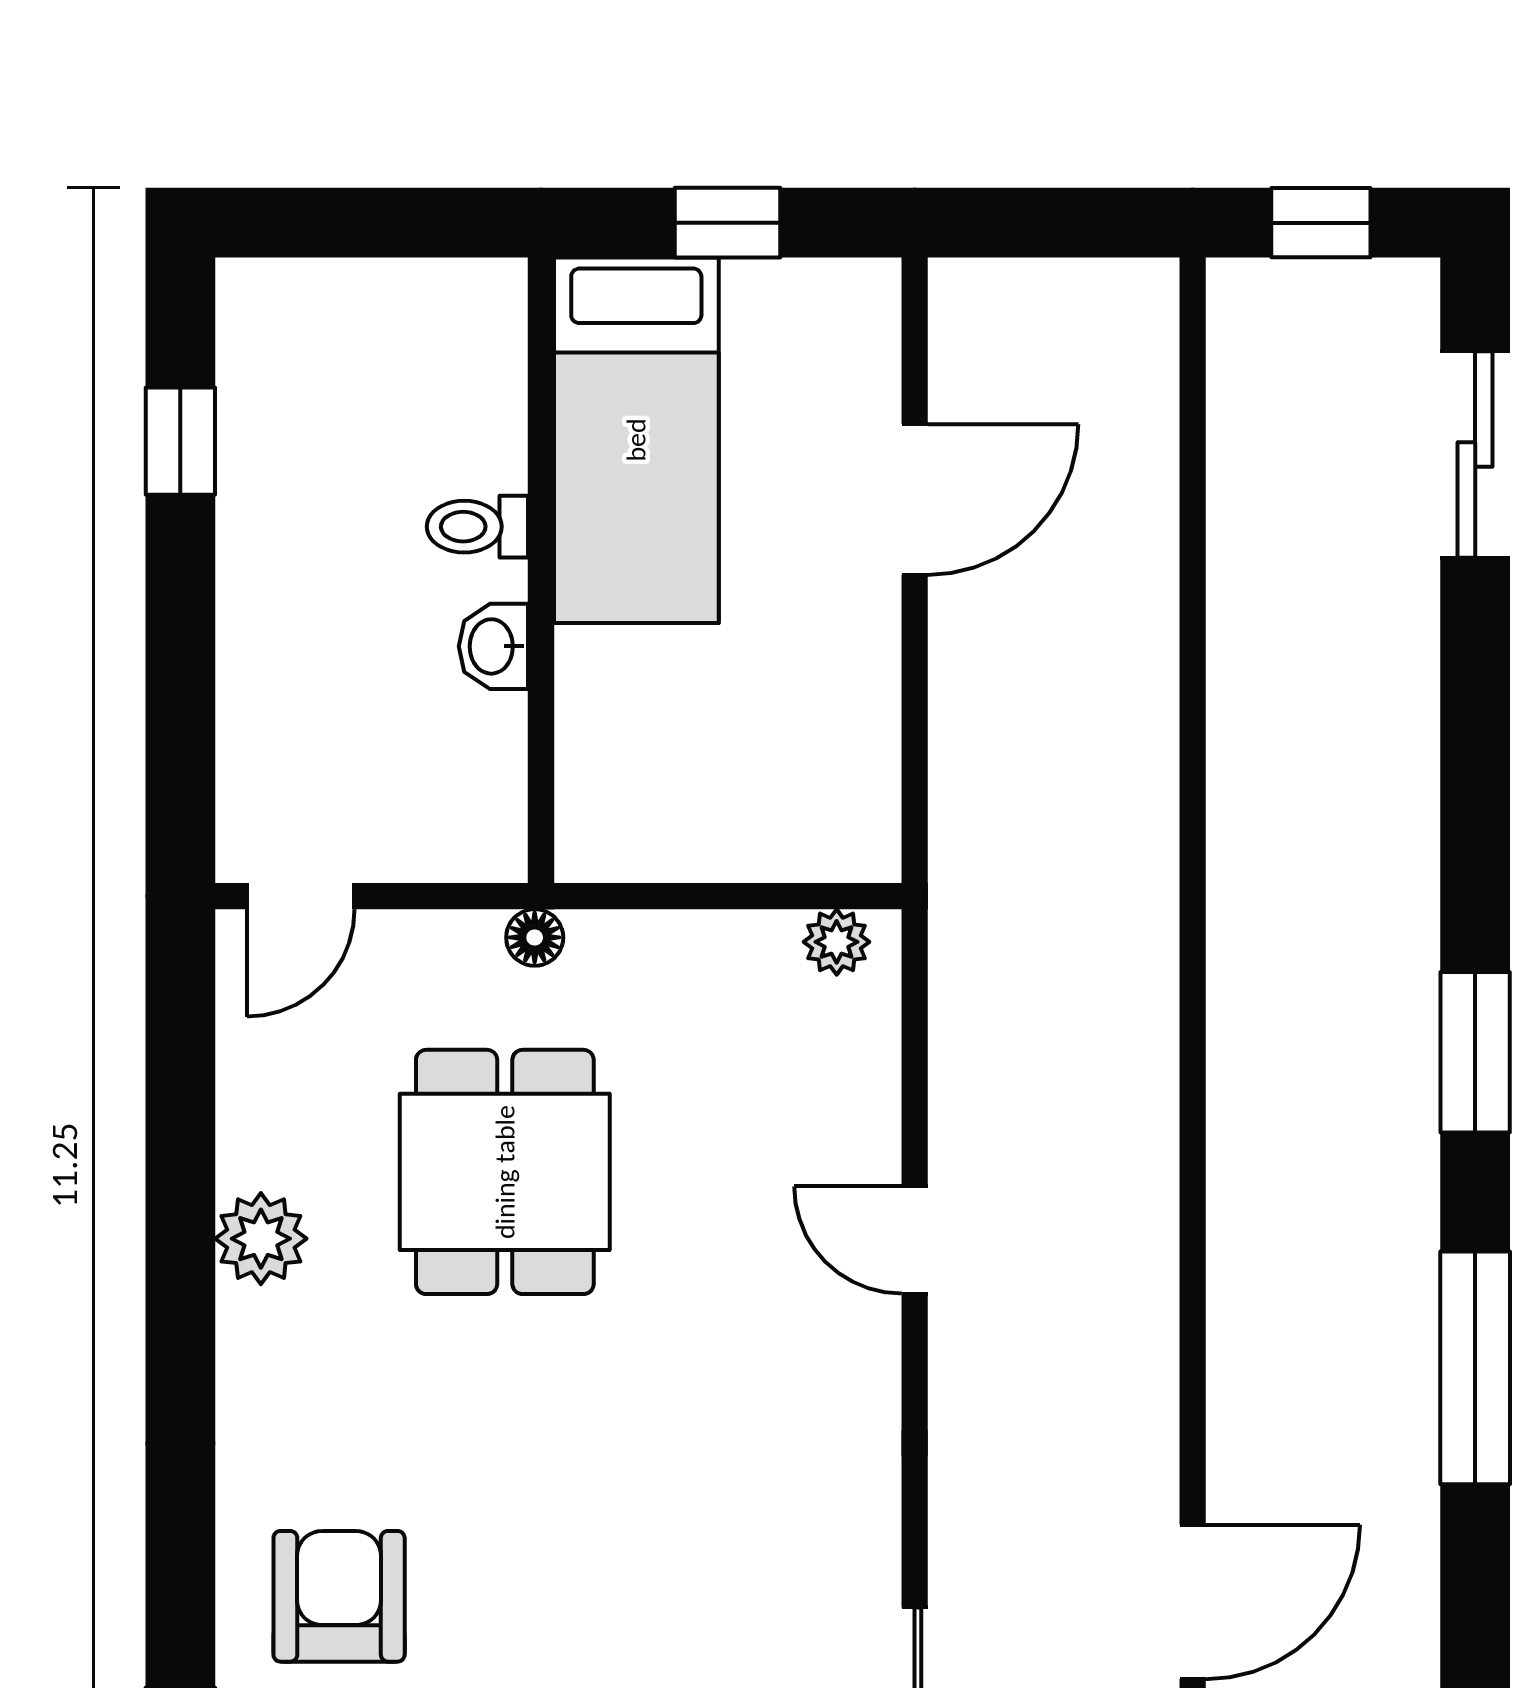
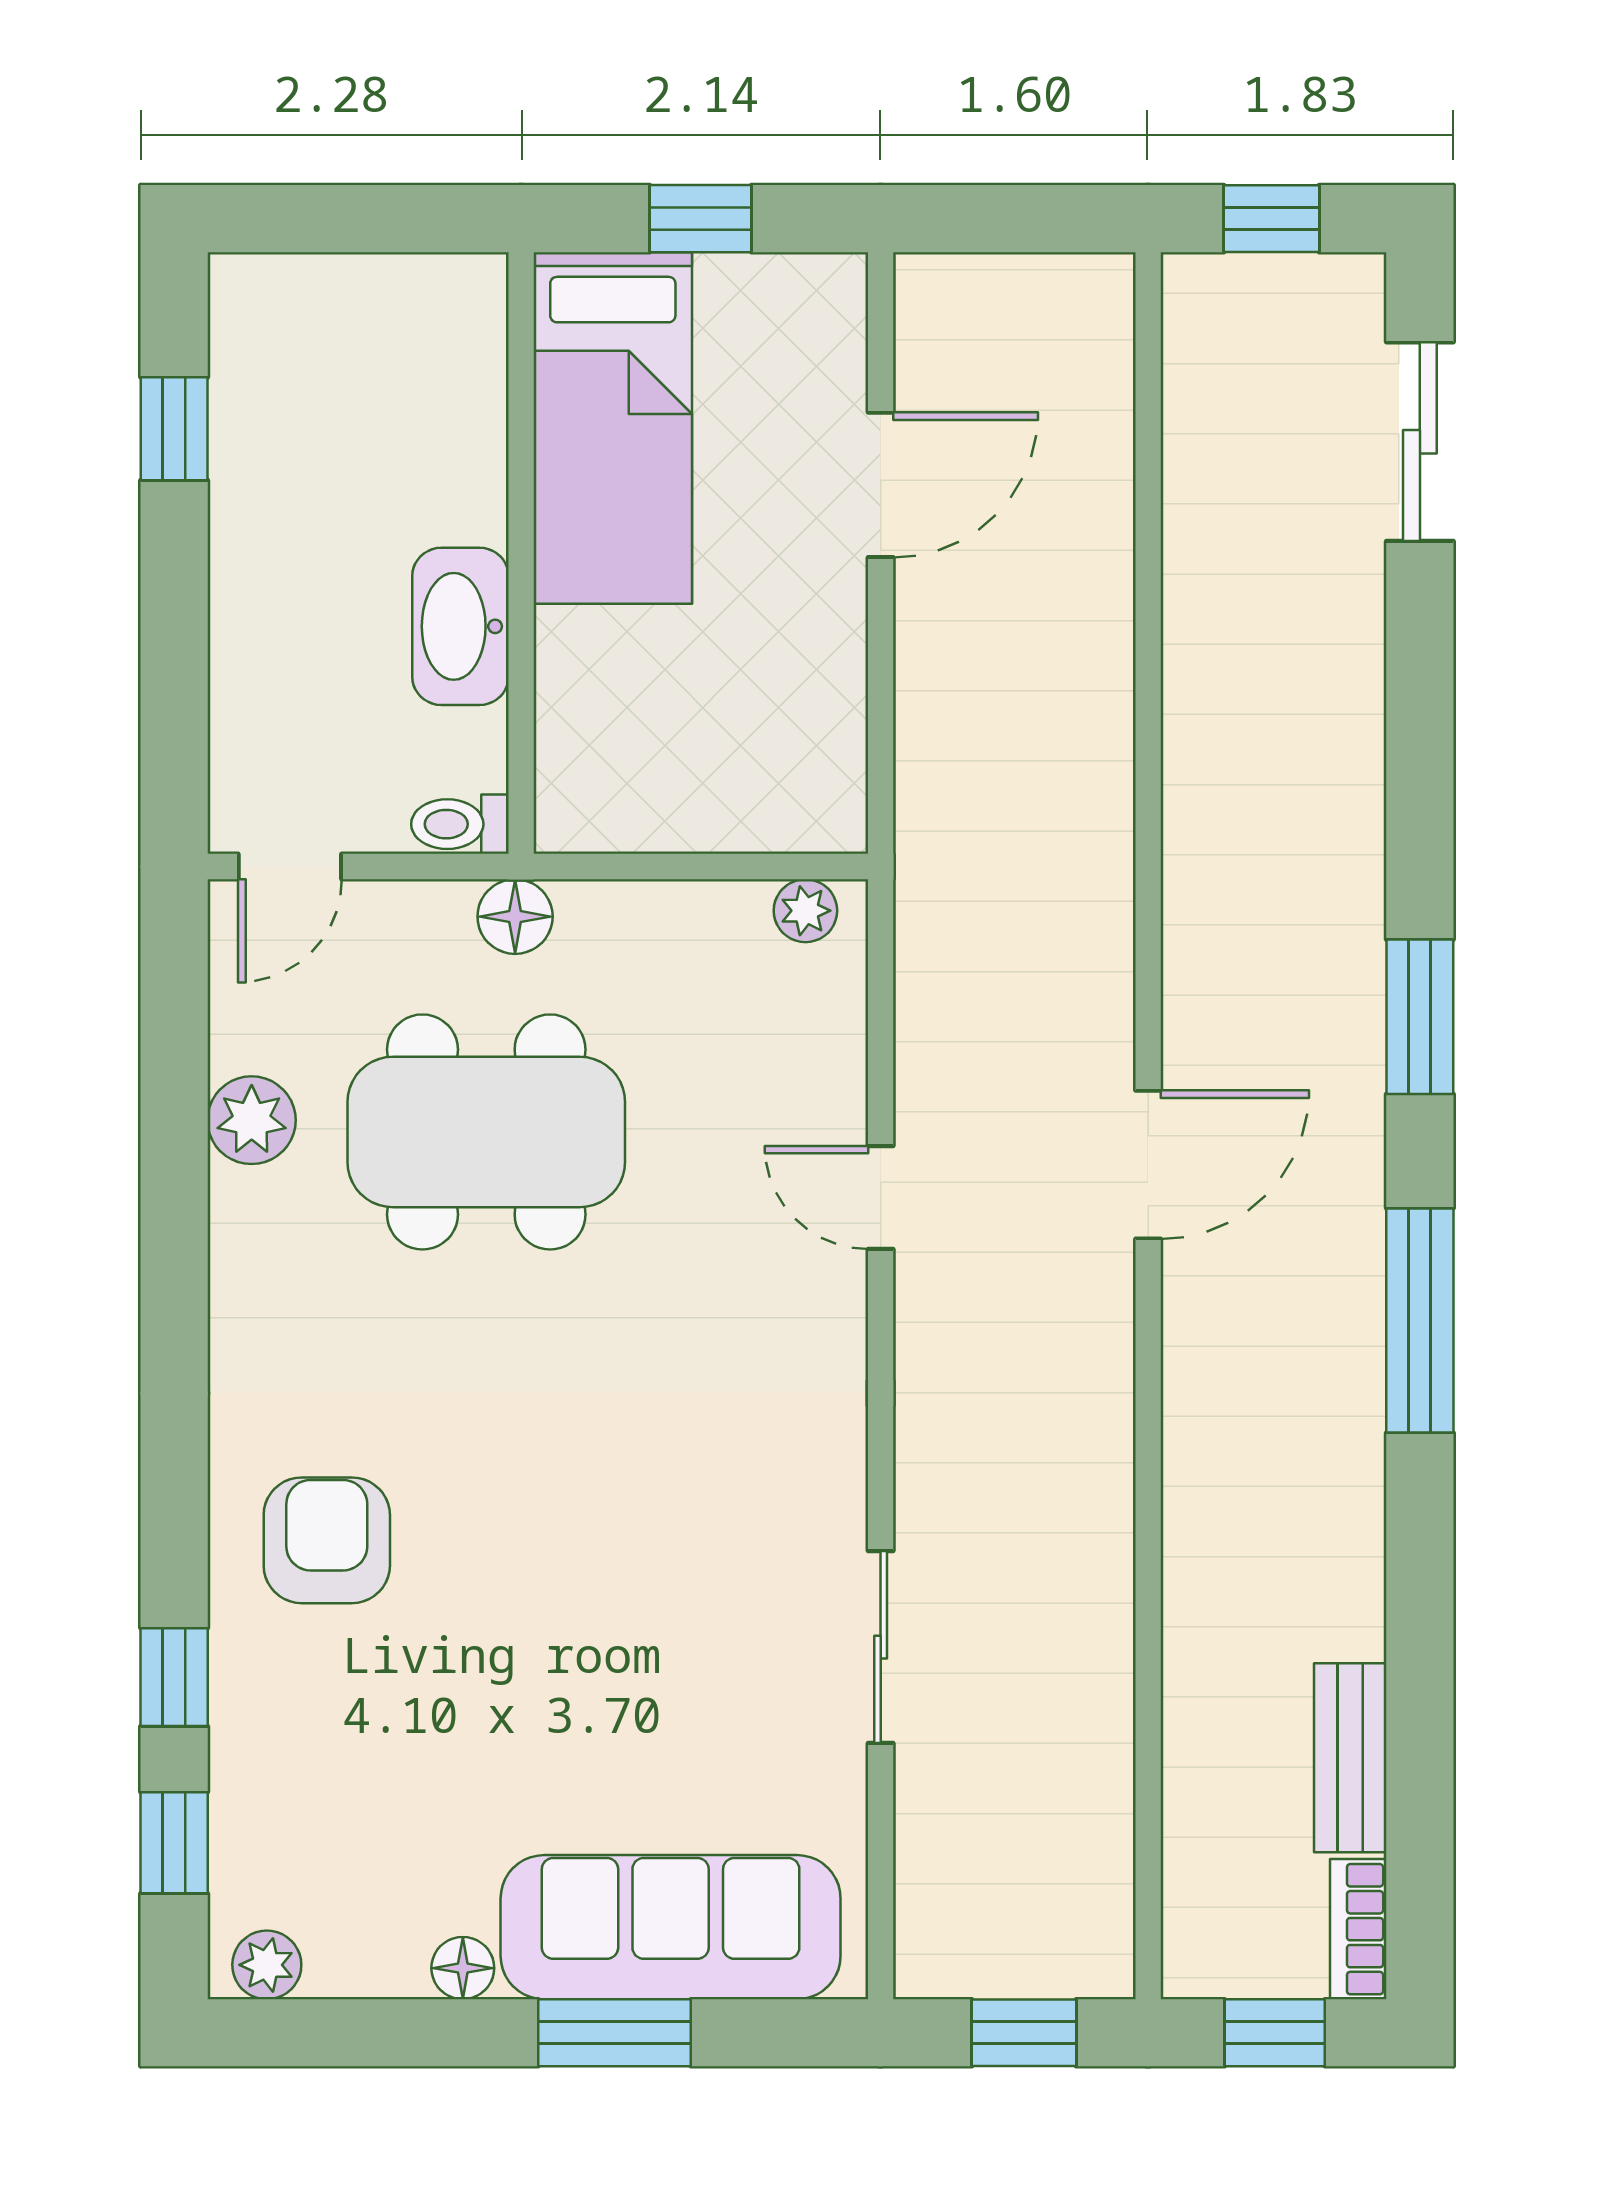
toilet: (477, 527) -> (460, 824), moved
washbasin: (493, 646) -> (460, 626), width x1.91, depth x1.45
floor lamp: (535, 937) -> (515, 917), width x1.37, depth x1.37
dining table: (505, 1172) -> (486, 1132), width x1.38
plant: (261, 1239) -> (252, 1120), moved
door: (1193, 1602) -> (1148, 1165), moved

